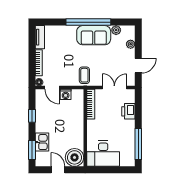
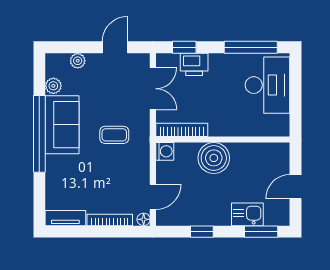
door: (138, 66) -> (115, 47), hinge flipped
coffee table: (84, 75) -> (114, 135), moved
double door: (114, 88) -> (153, 89), swing flipped
washing machine: (66, 94) -> (165, 151), moved
window: (138, 106) -> (184, 47), added
desk: (103, 154) -> (267, 85), moved
boiler: (75, 157) -> (214, 158), moved

